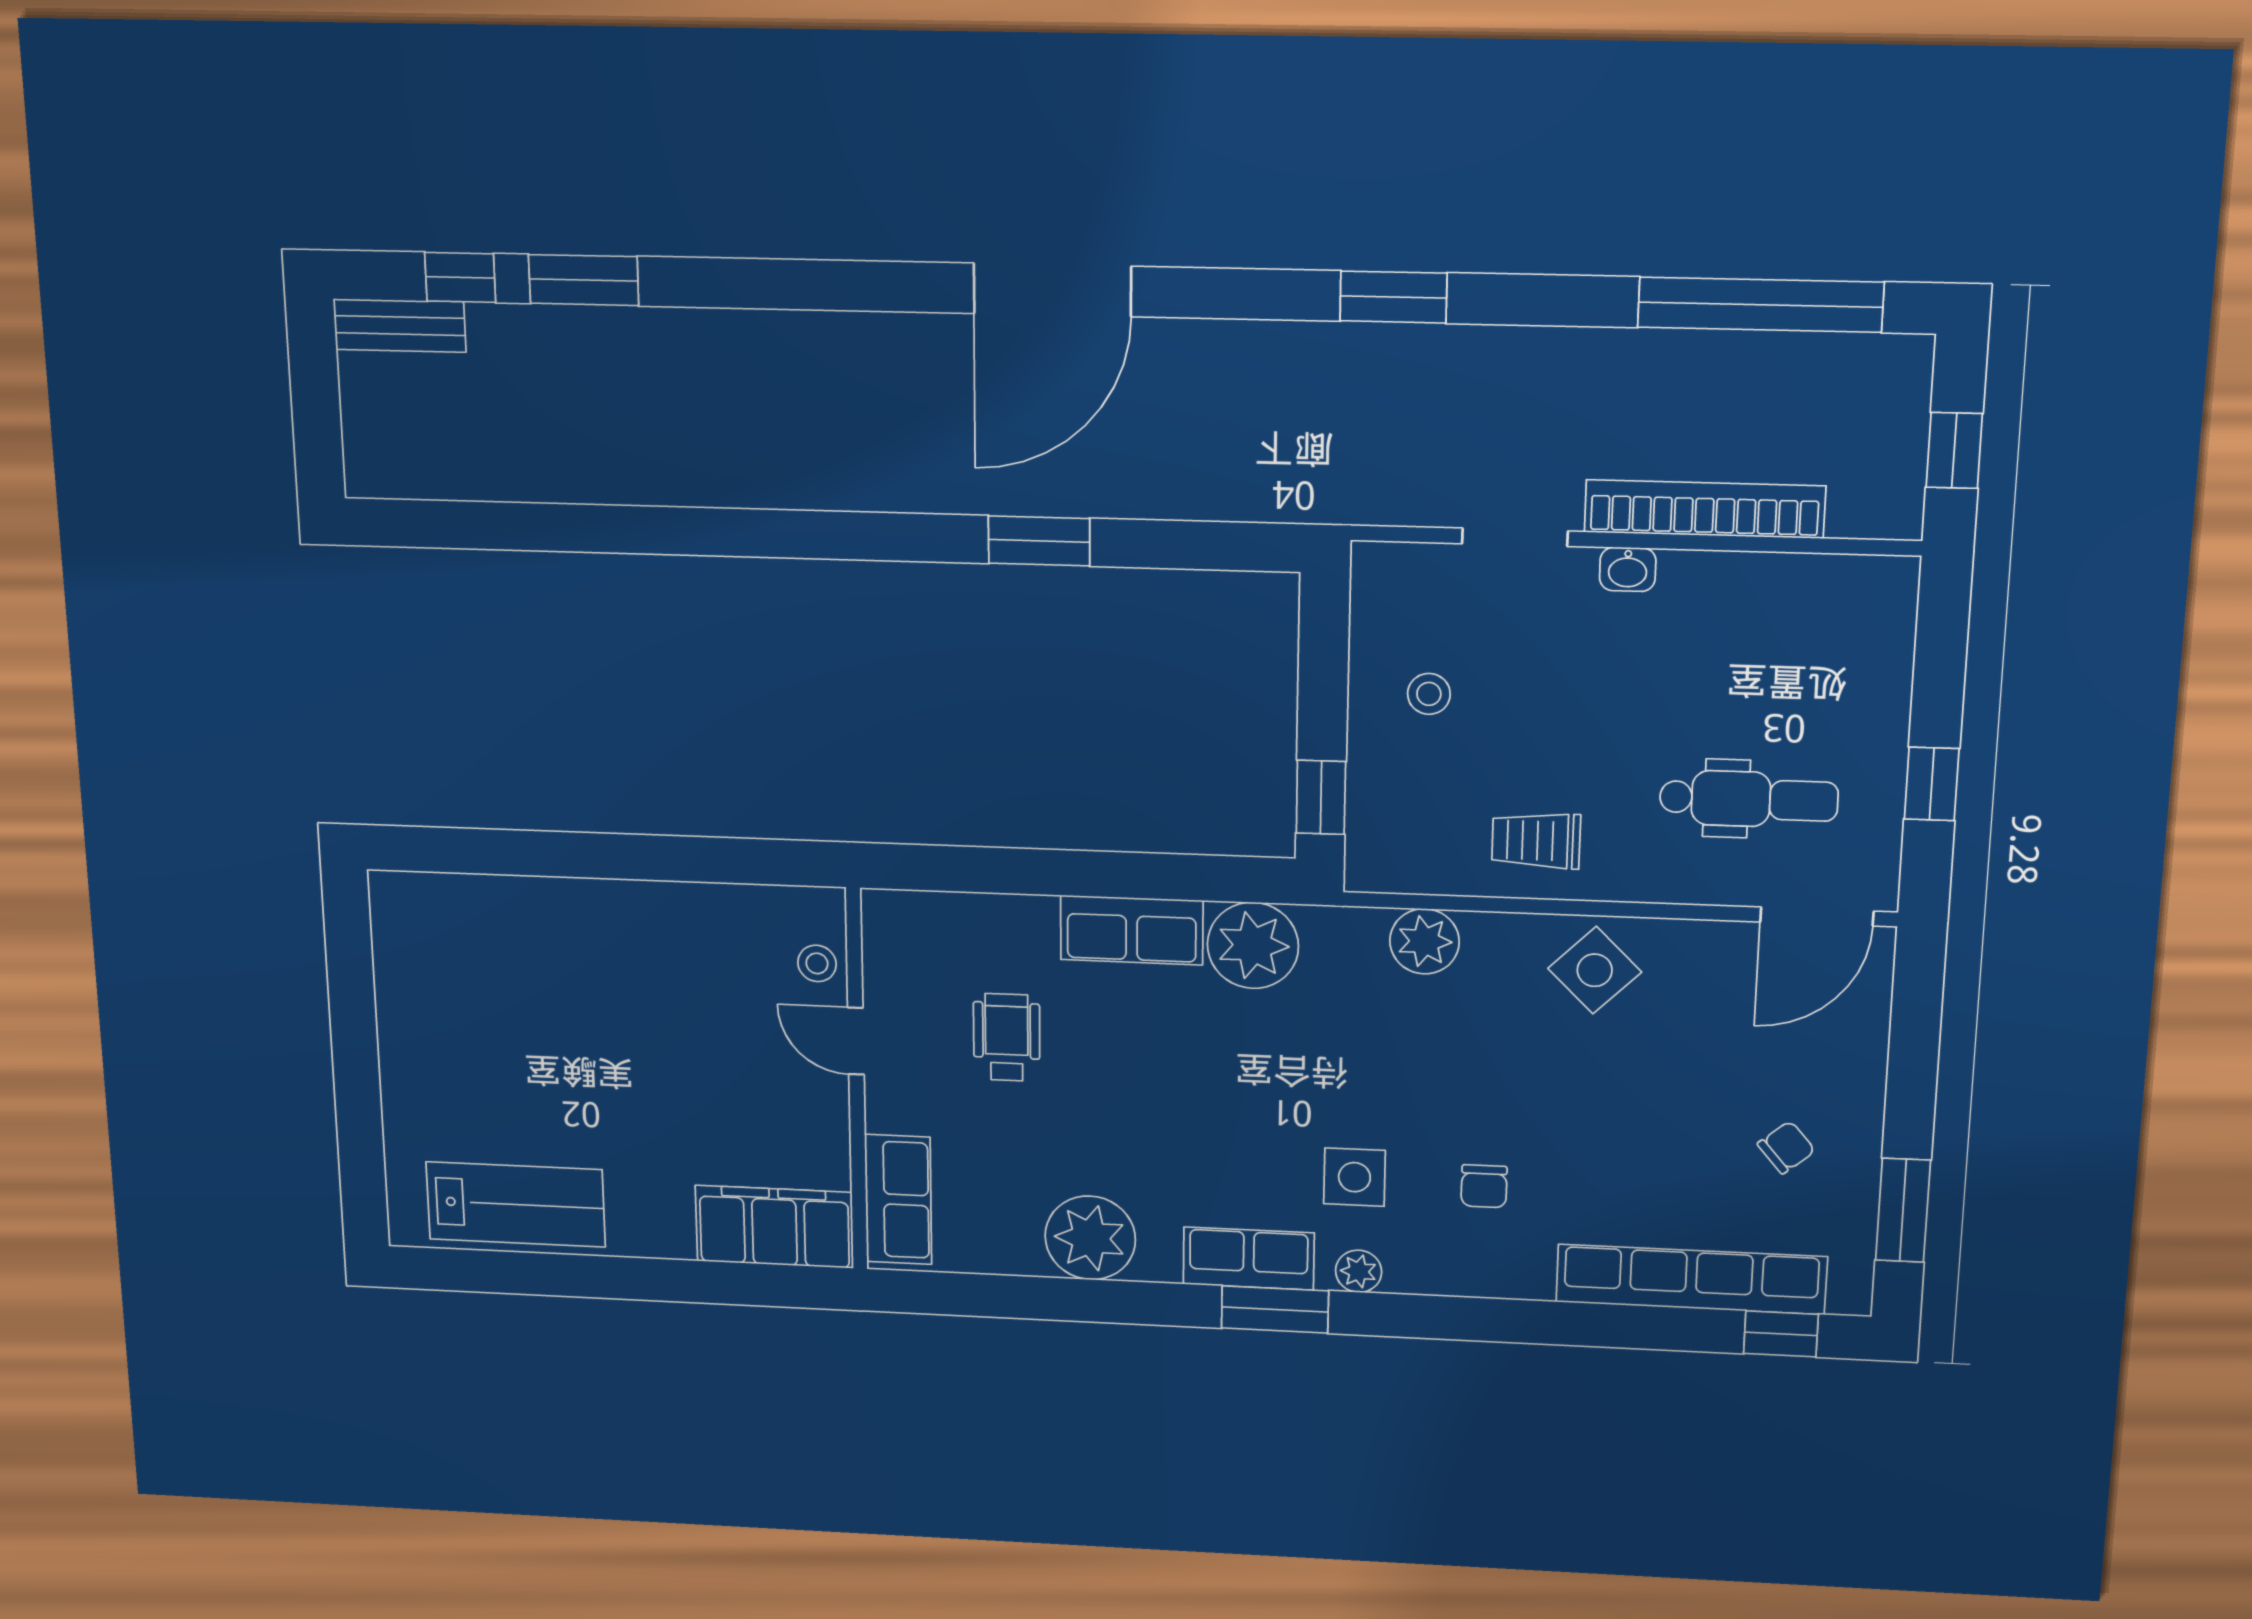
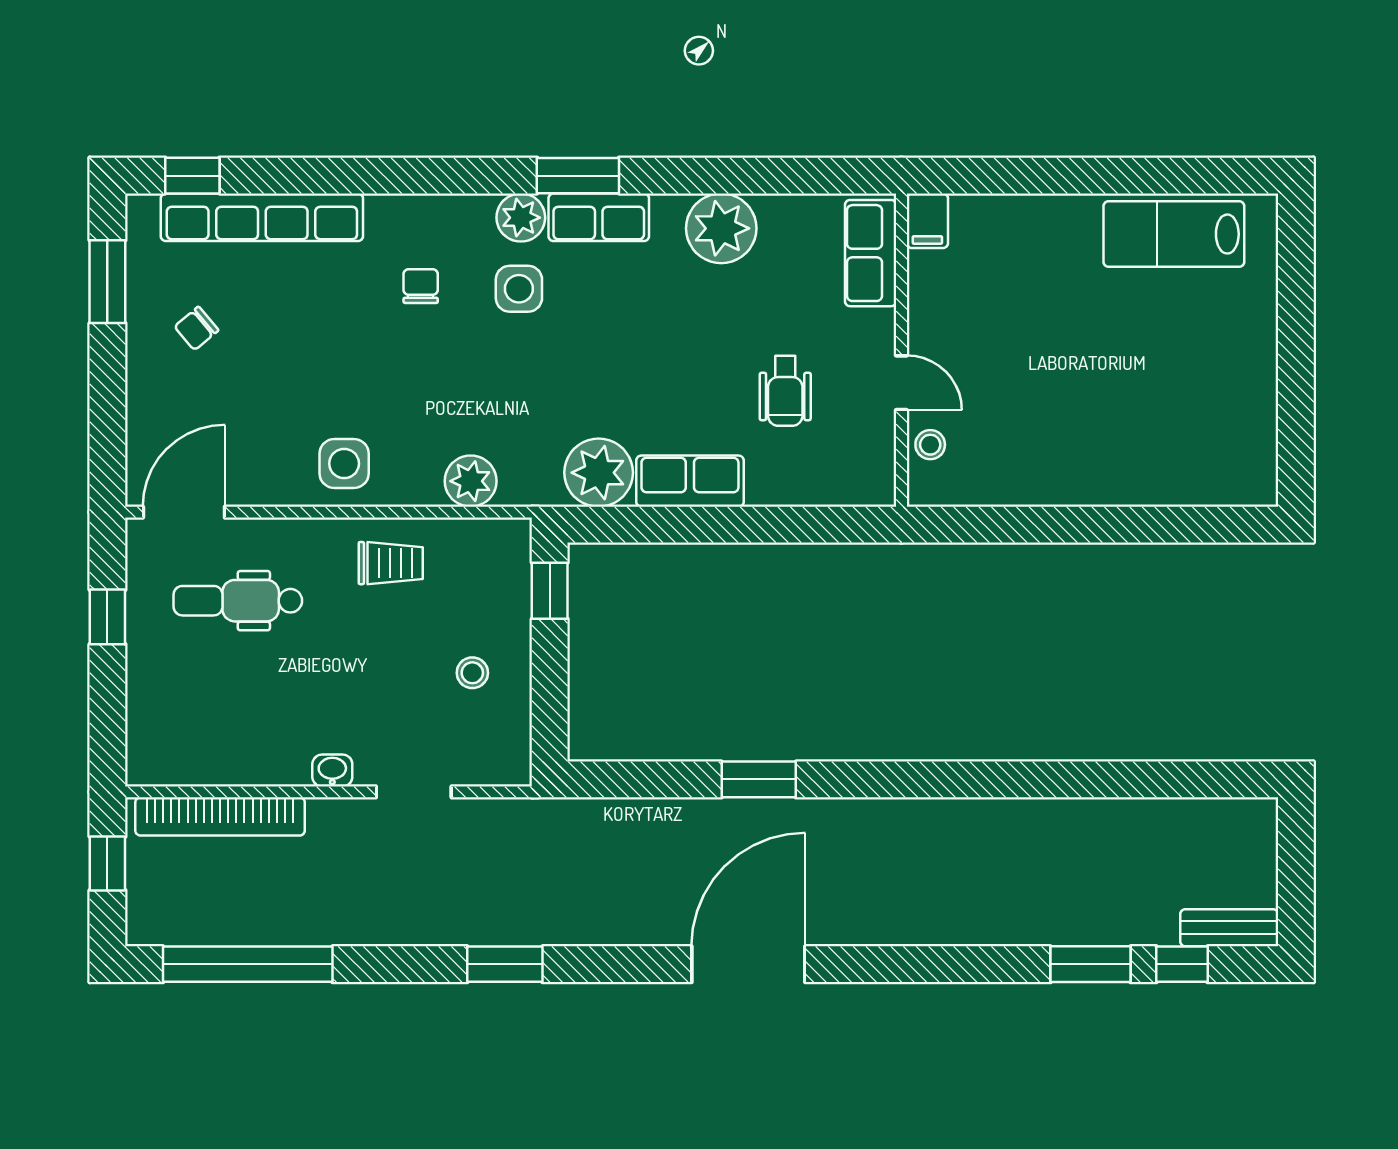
bookcase: (1705, 509) -> (220, 816), moved
side table: (1595, 970) -> (344, 464), turned 45
filing cabinet: (774, 1227) -> (927, 221), width x0.33, depth x0.86
plant: (1359, 1271) -> (521, 218), width x1.38, depth x1.38

